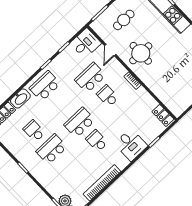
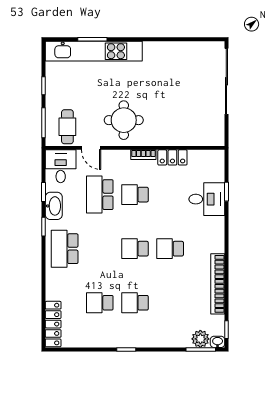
cafe table: (124, 20) -> (67, 127), moved
washbasin: (20, 98) -> (54, 206), moved
locker: (163, 115) -> (172, 157), moved
school desk: (80, 122) -> (135, 249), width x0.54
desk: (131, 145) -> (207, 199), moved
school desk: (51, 149) -> (135, 303), width x0.54

